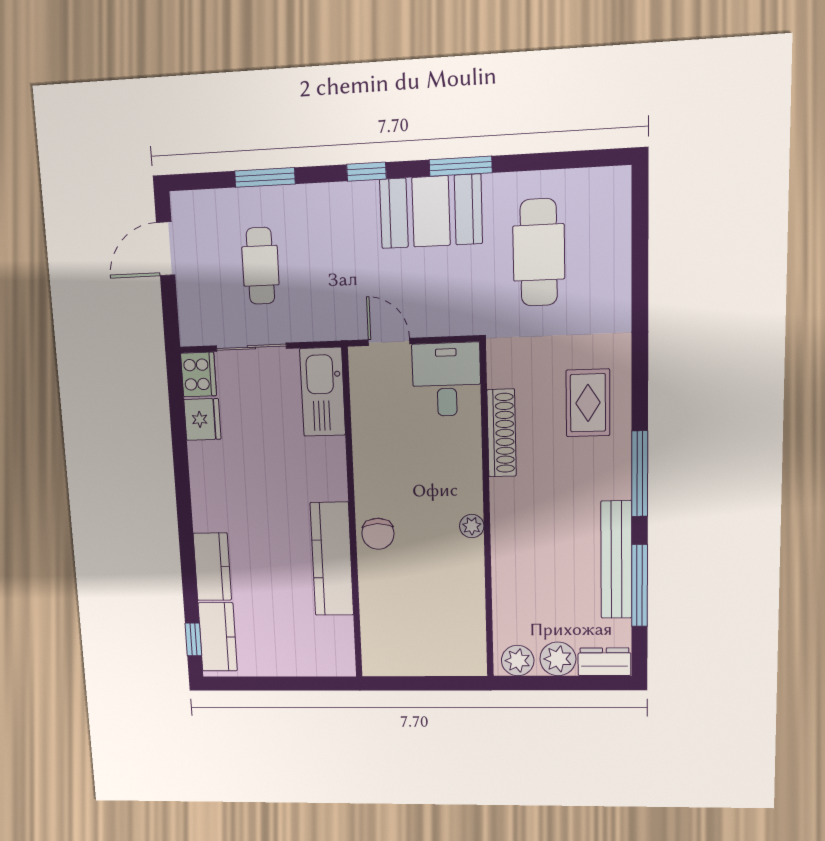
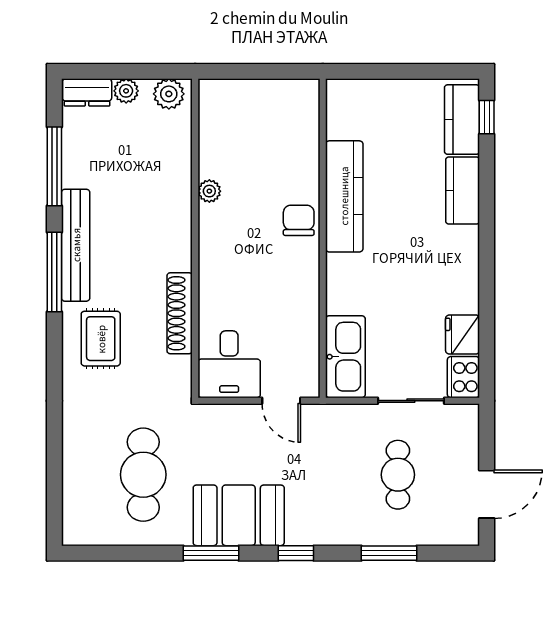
plant: (472, 526) -> (209, 191), moved
bench: (616, 560) -> (76, 245), moved
plant: (558, 659) -> (126, 91), width x0.73, depth x0.73

